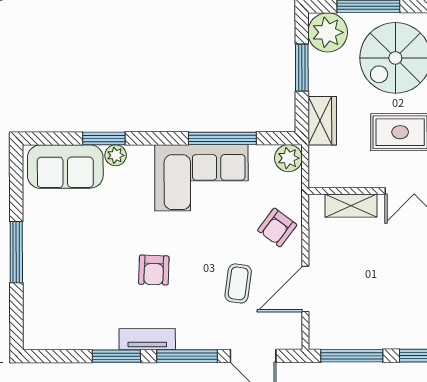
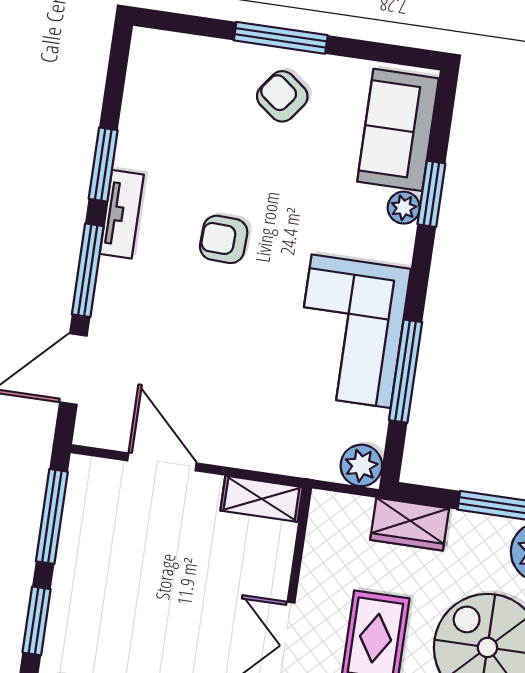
shelving: (351, 206) -> (262, 499), moved, turned 90
armchair: (277, 228) -> (282, 96), moved
coffee table: (238, 283) -> (185, 363), removed

